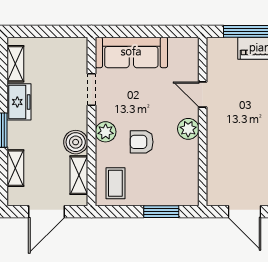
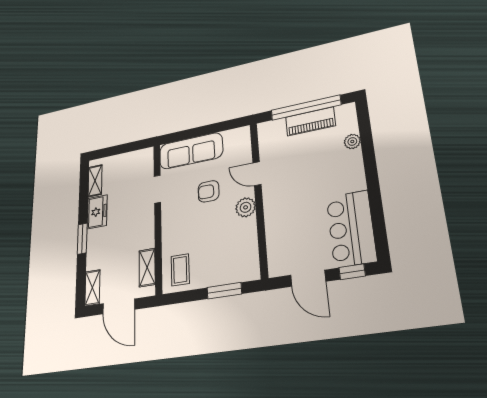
plant: (106, 132) -> (170, 224), removed
boiler: (76, 142) -> (144, 238), removed
armchair: (142, 142) -> (209, 191), moved
shelving: (15, 168) -> (92, 288), moved
door: (46, 212) -> (119, 306), hinge flipped

